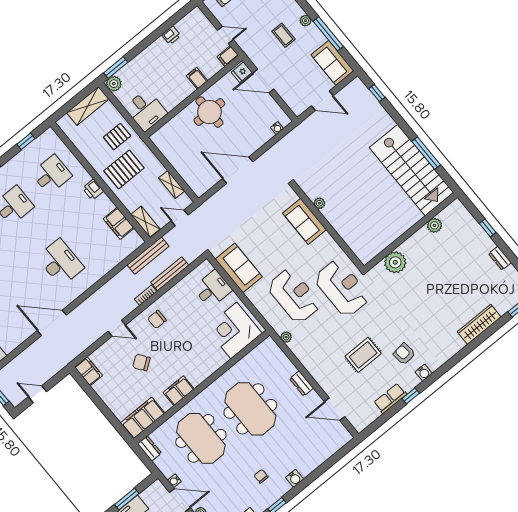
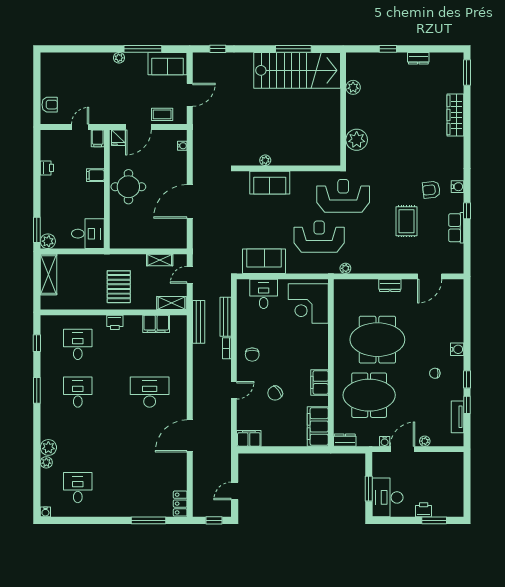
coffee table: (283, 35) -> (162, 114), moved
pallet: (117, 137) -> (90, 272), removed

